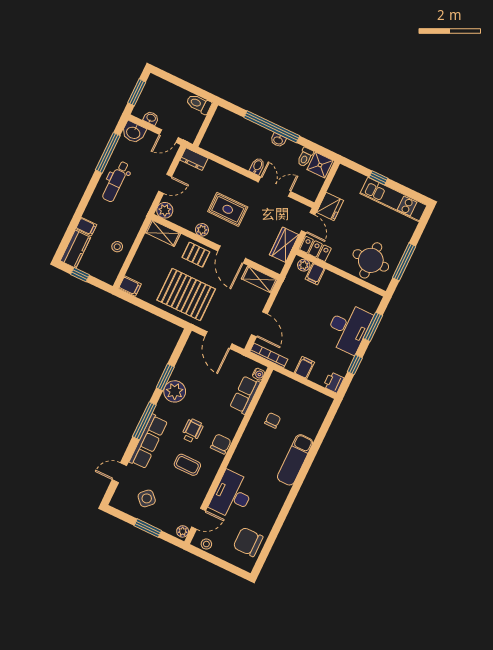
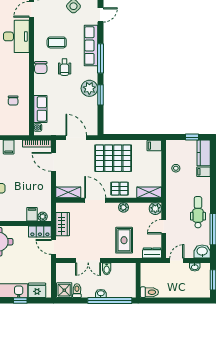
toilet: (199, 104) -> (149, 292), moved
wall: (205, 125) -> (138, 280), moved
fridge: (330, 206) -> (37, 290), moved, turned 90
rug: (228, 209) -> (124, 240), moved, turned 90

